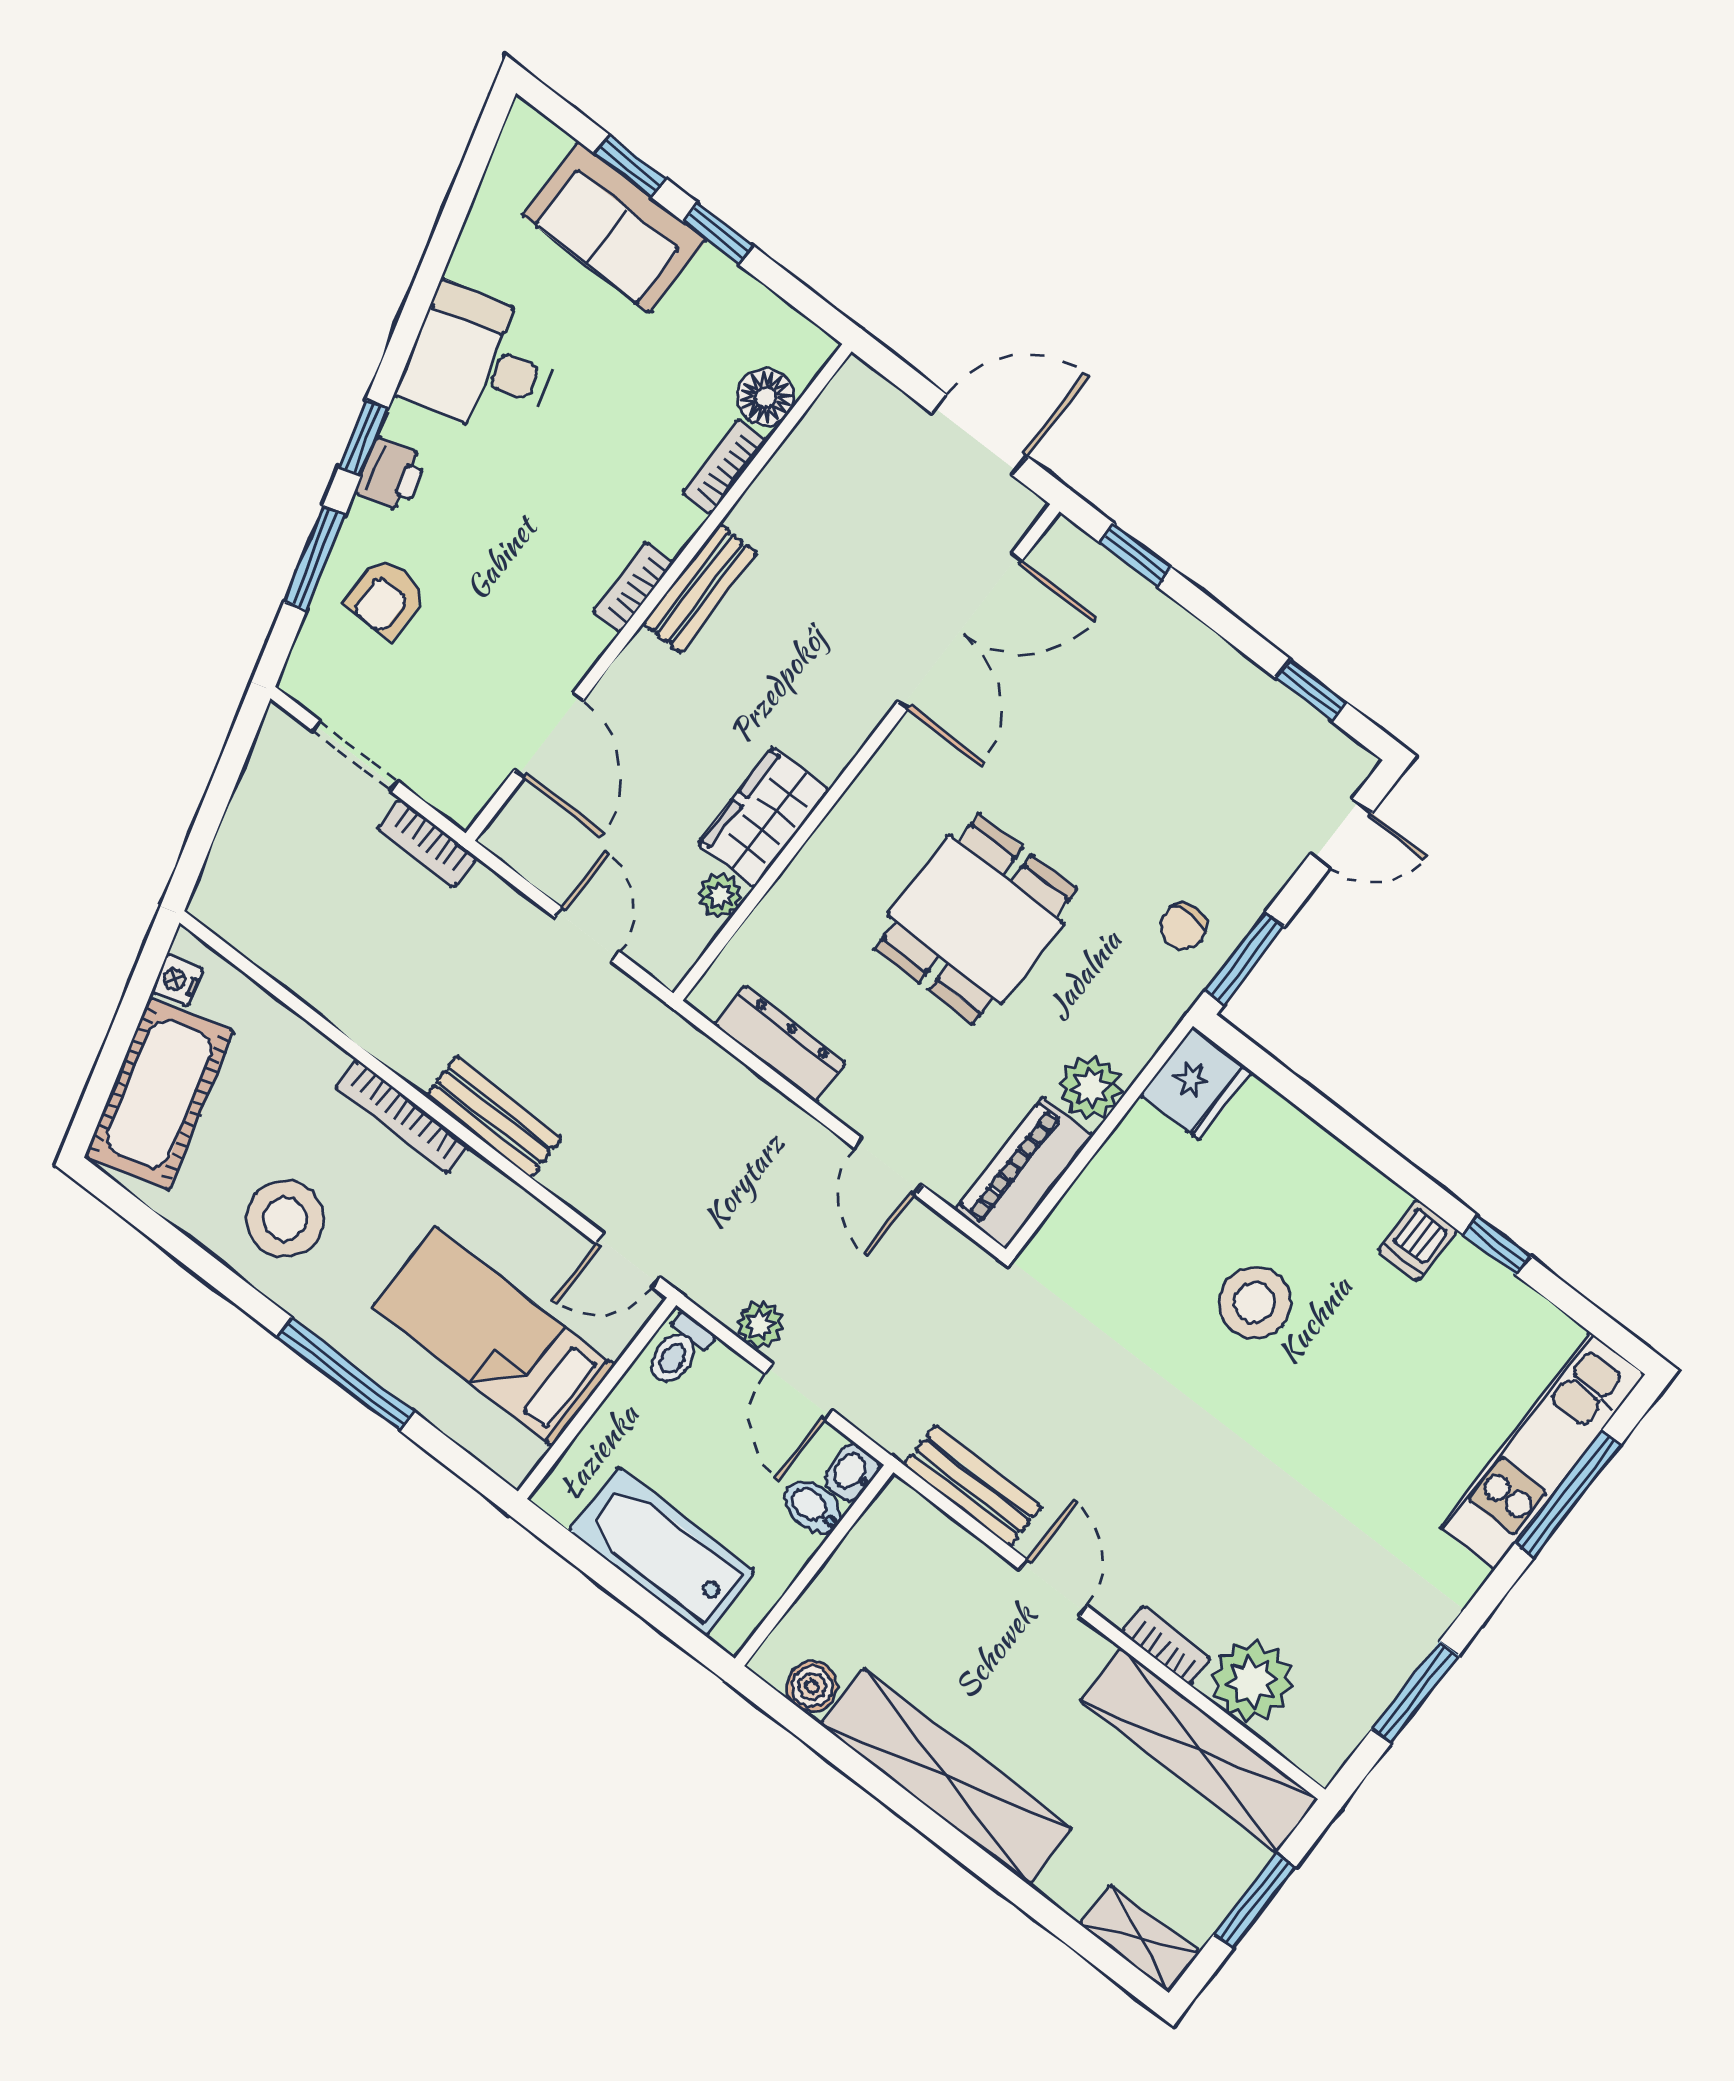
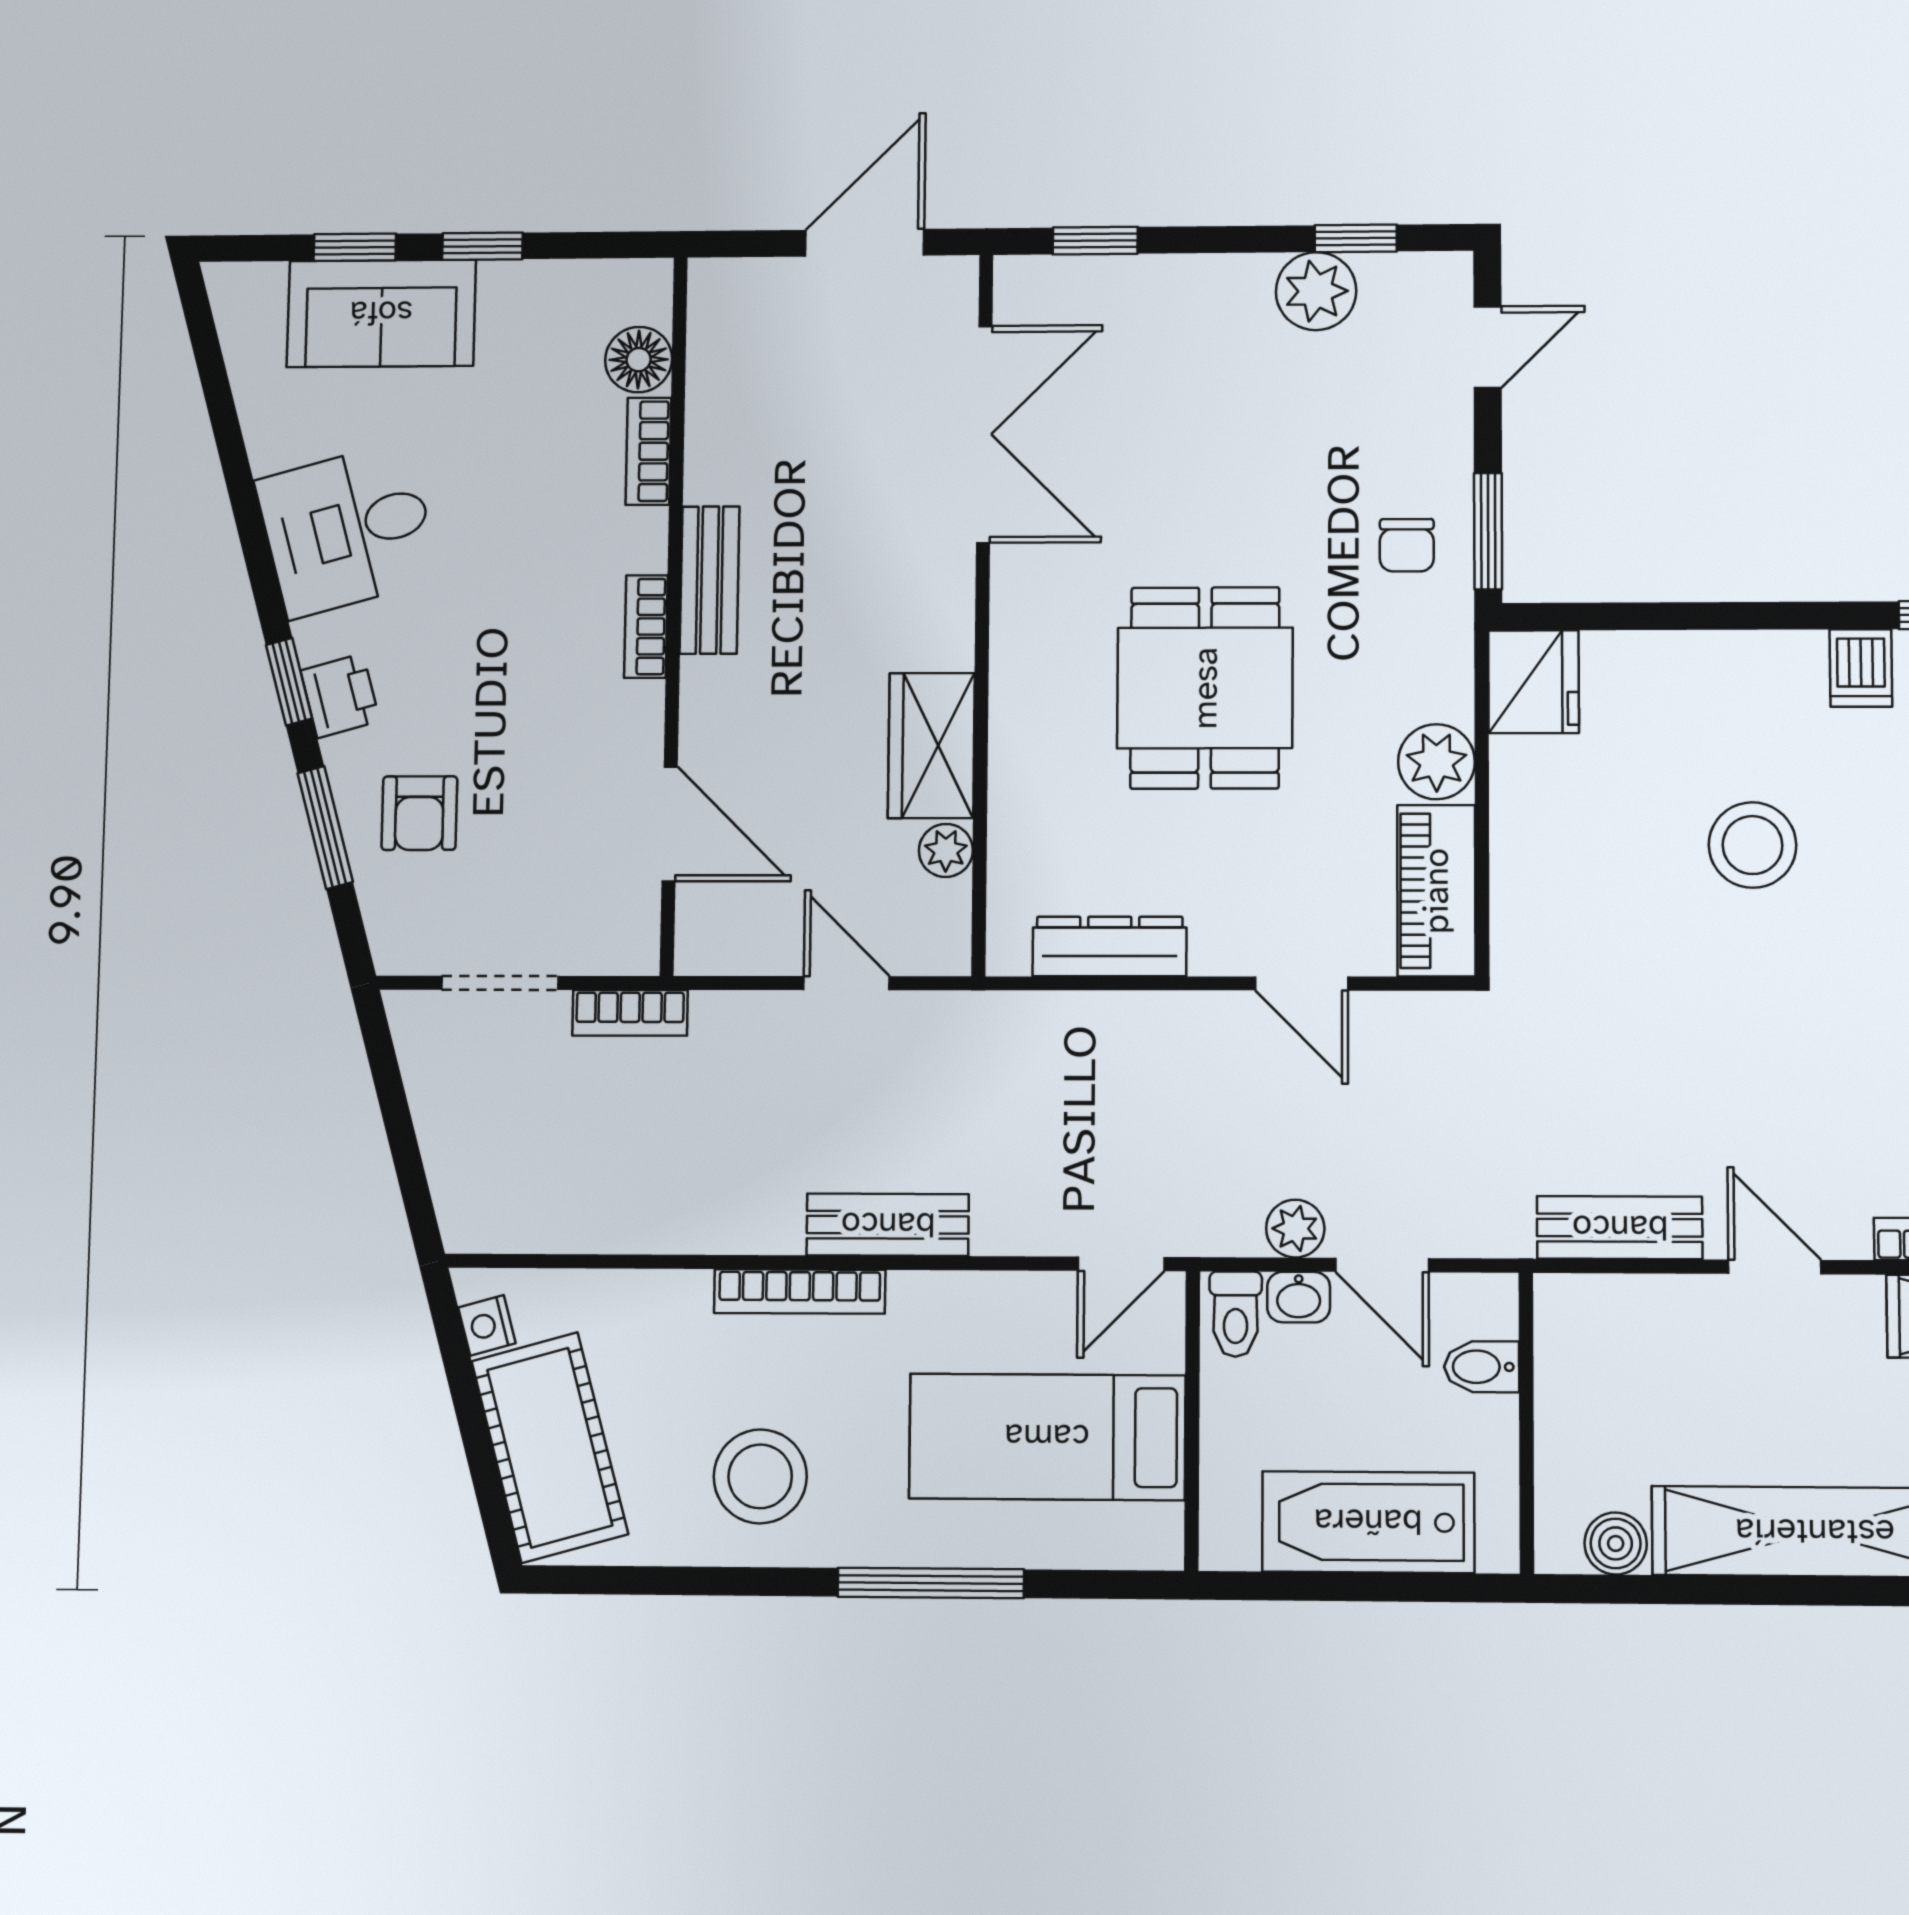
plant: (1257, 706) -> (1316, 291), added
washbasin: (852, 1473) -> (1299, 1297), moved, turned -90

